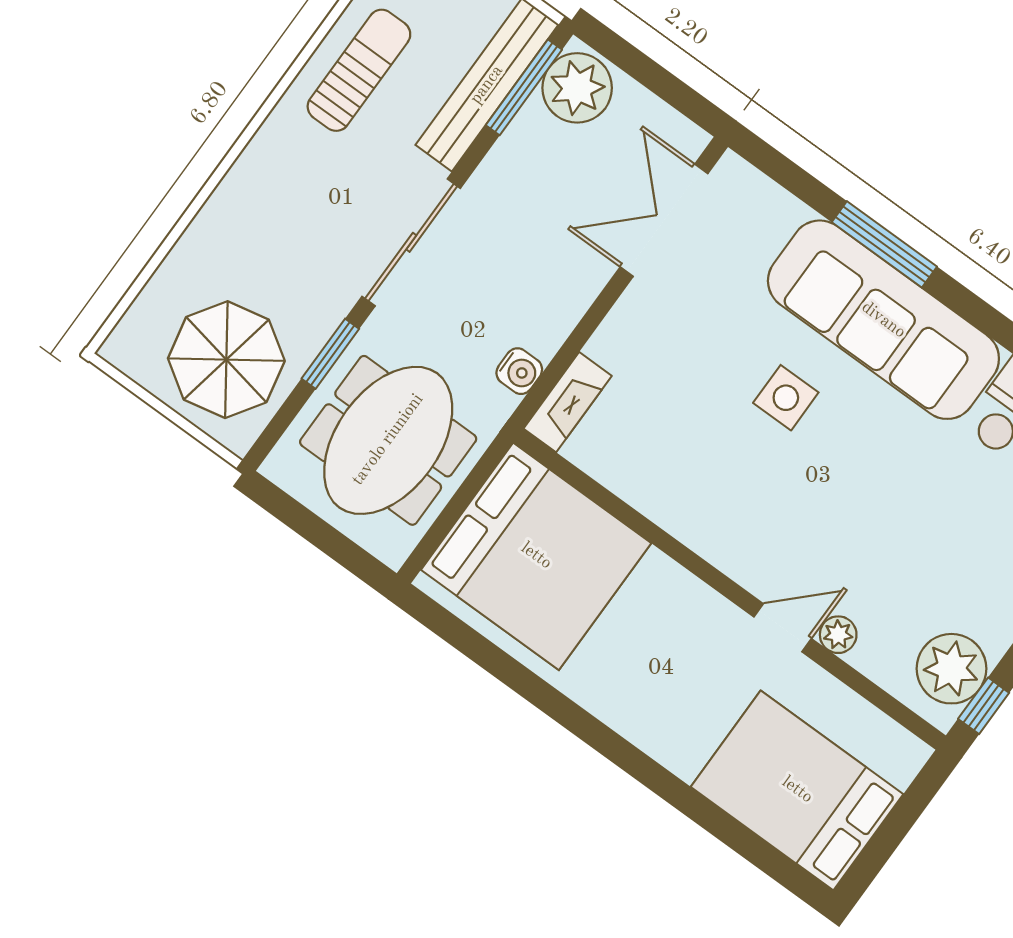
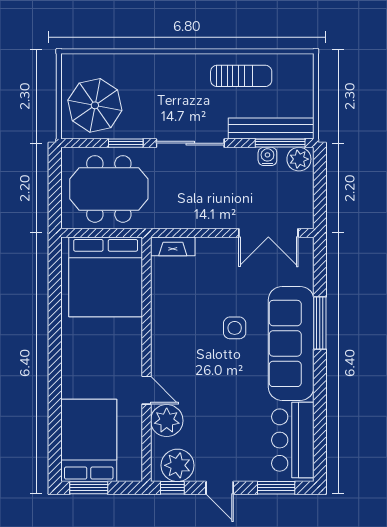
plant: (577, 88) -> (299, 159), width x0.73, depth x0.73
double door: (664, 220) -> (268, 233), swing flipped
water cooler: (519, 371) -> (267, 156), moved, turned 180
plant: (838, 635) -> (167, 421), width x1.87, depth x1.87
window: (879, 850) -> (89, 488), added

